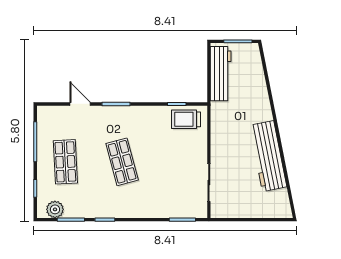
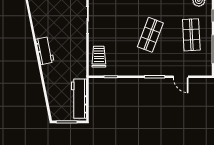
trolley: (186, 119) -> (99, 57), moved, turned -90
workbench: (268, 156) -> (45, 51), width x0.53, depth x0.76
shop shelf: (122, 162) -> (150, 35), turned 36

